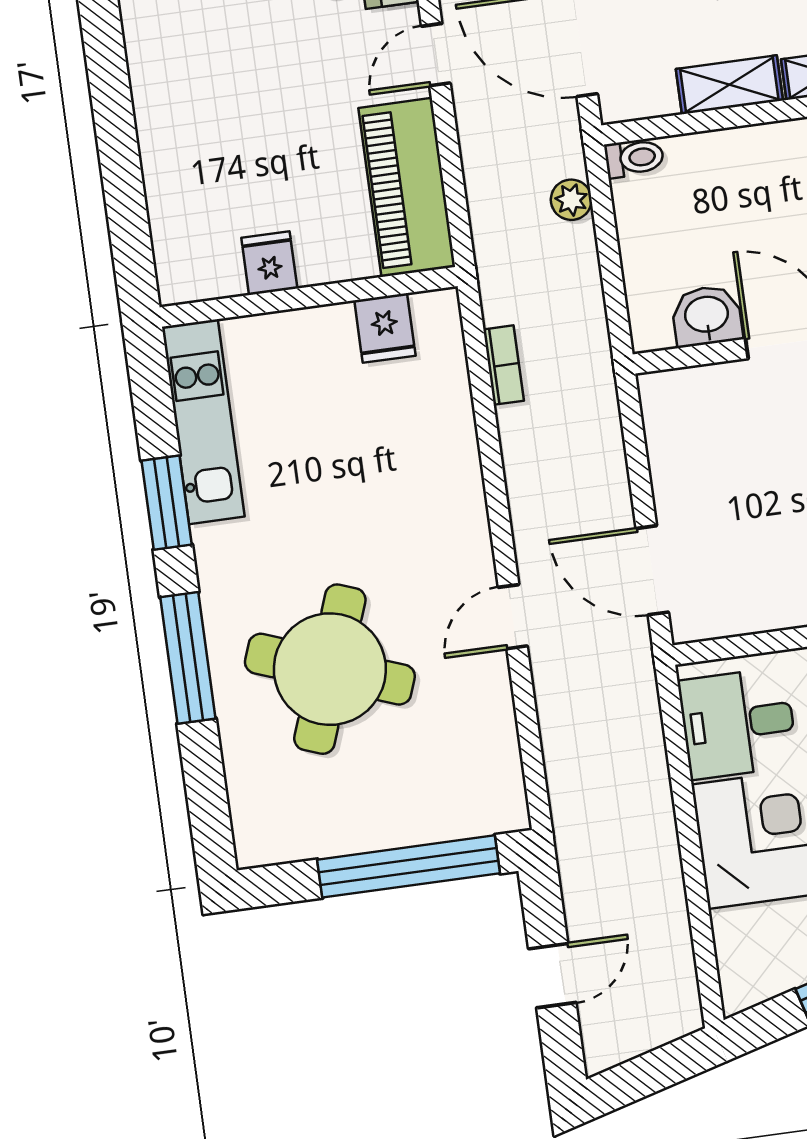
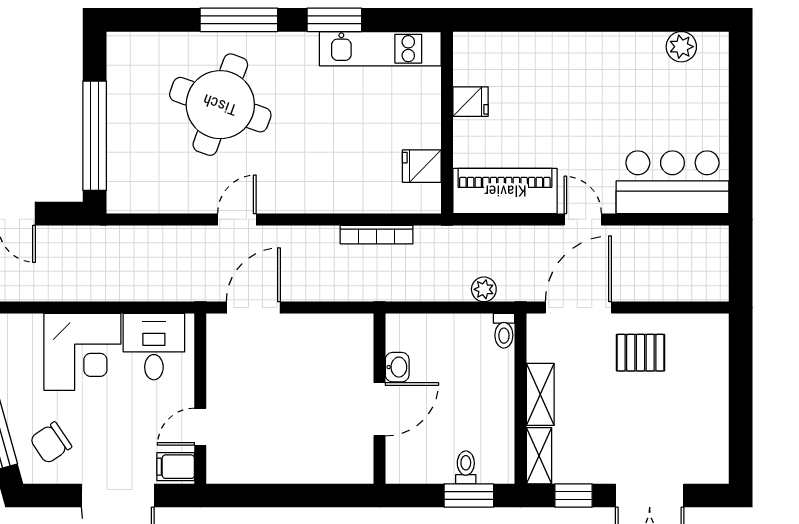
washbasin: (707, 316) -> (397, 367), width x0.72, depth x0.69
bookcase: (503, 365) -> (377, 235), width x1.56
door: (513, 617) -> (237, 219), hinge flipped

